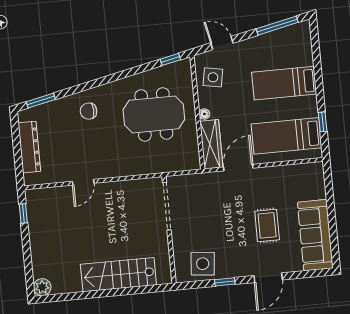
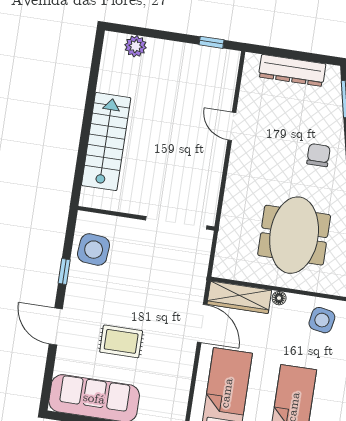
plant: (42, 287) -> (136, 46), moved

